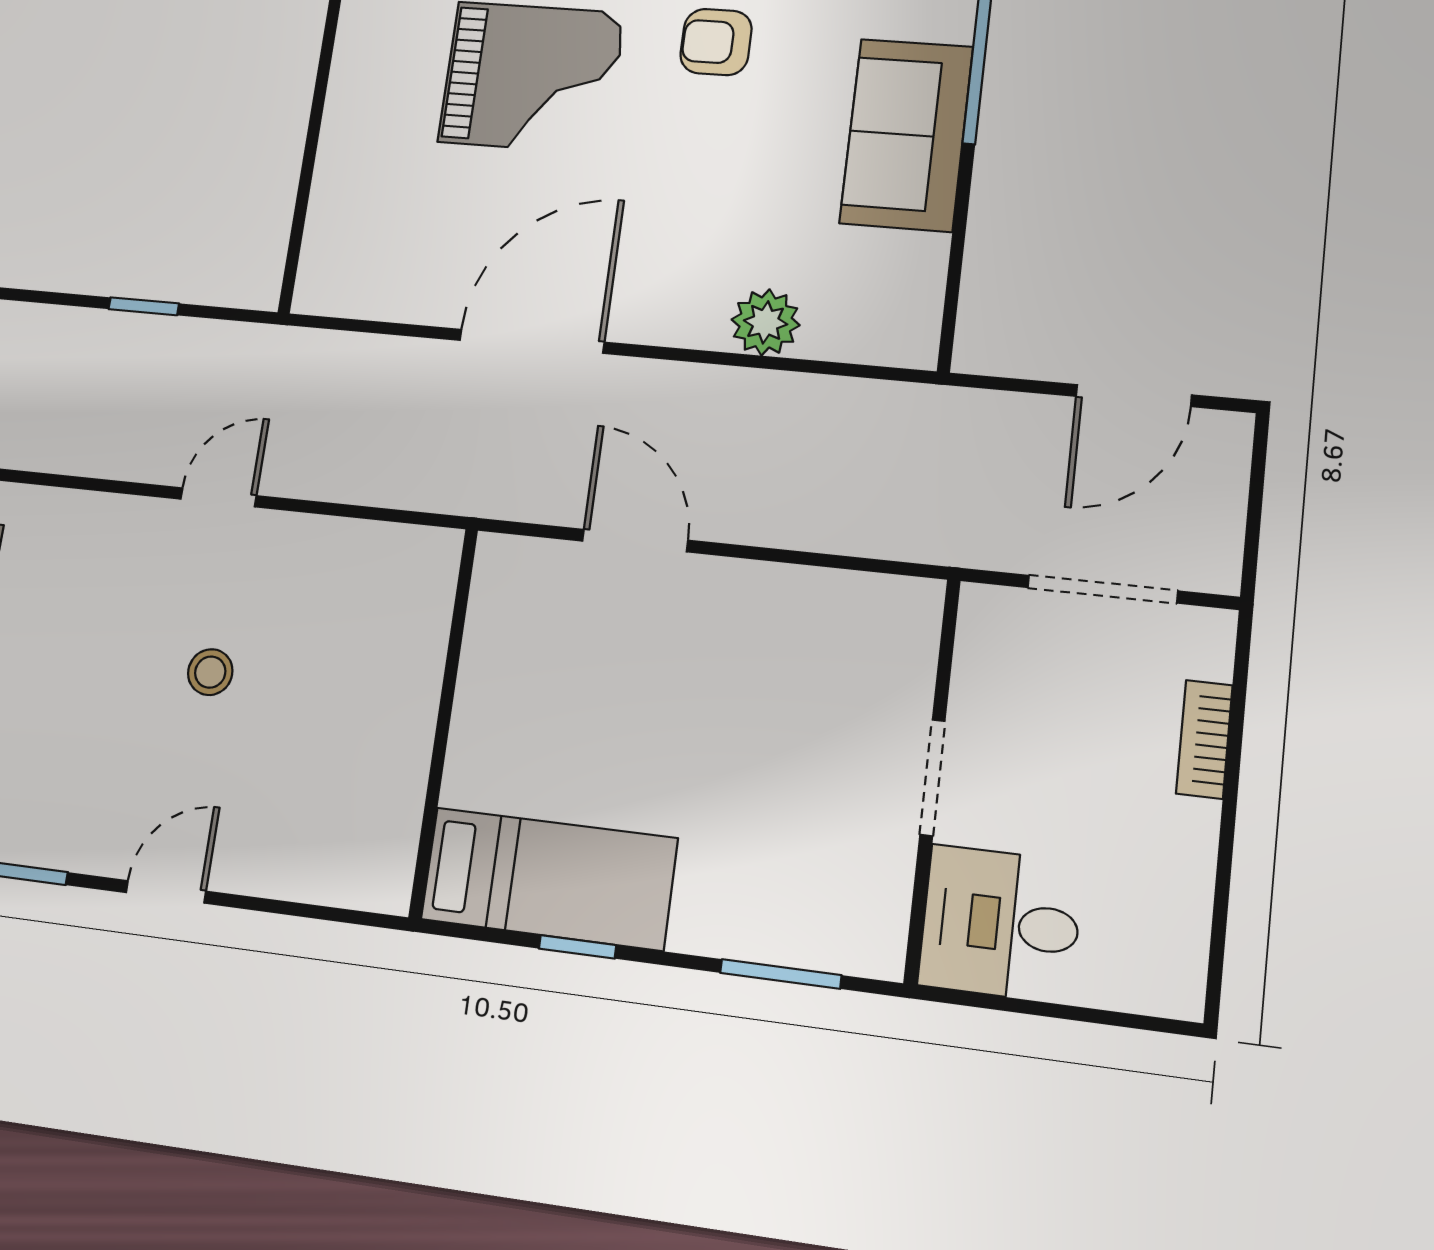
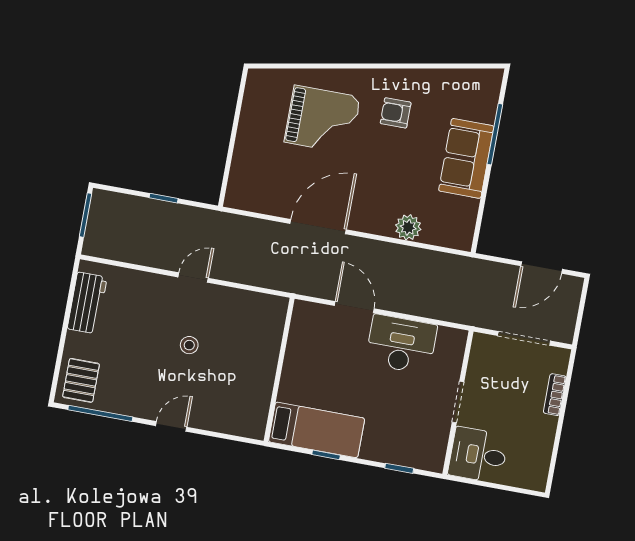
desk: (766, 630) -> (401, 344), added
window: (781, 974) -> (399, 468), width x0.67

